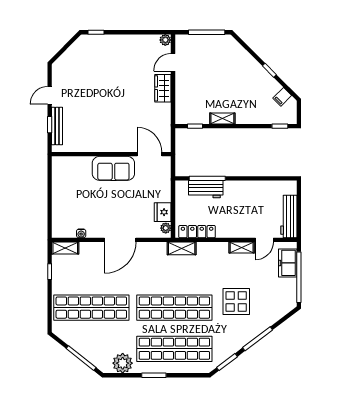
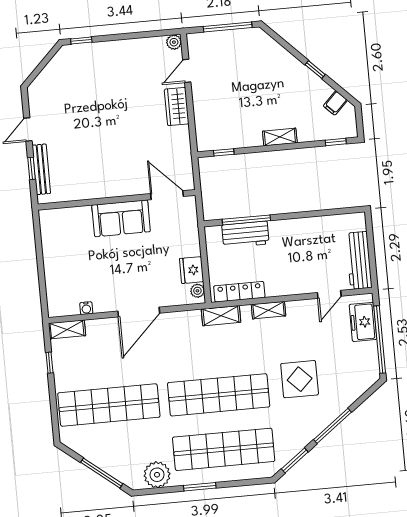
shelving: (222, 118) -> (280, 137), moved
shelving: (242, 248) -> (269, 310), moved

